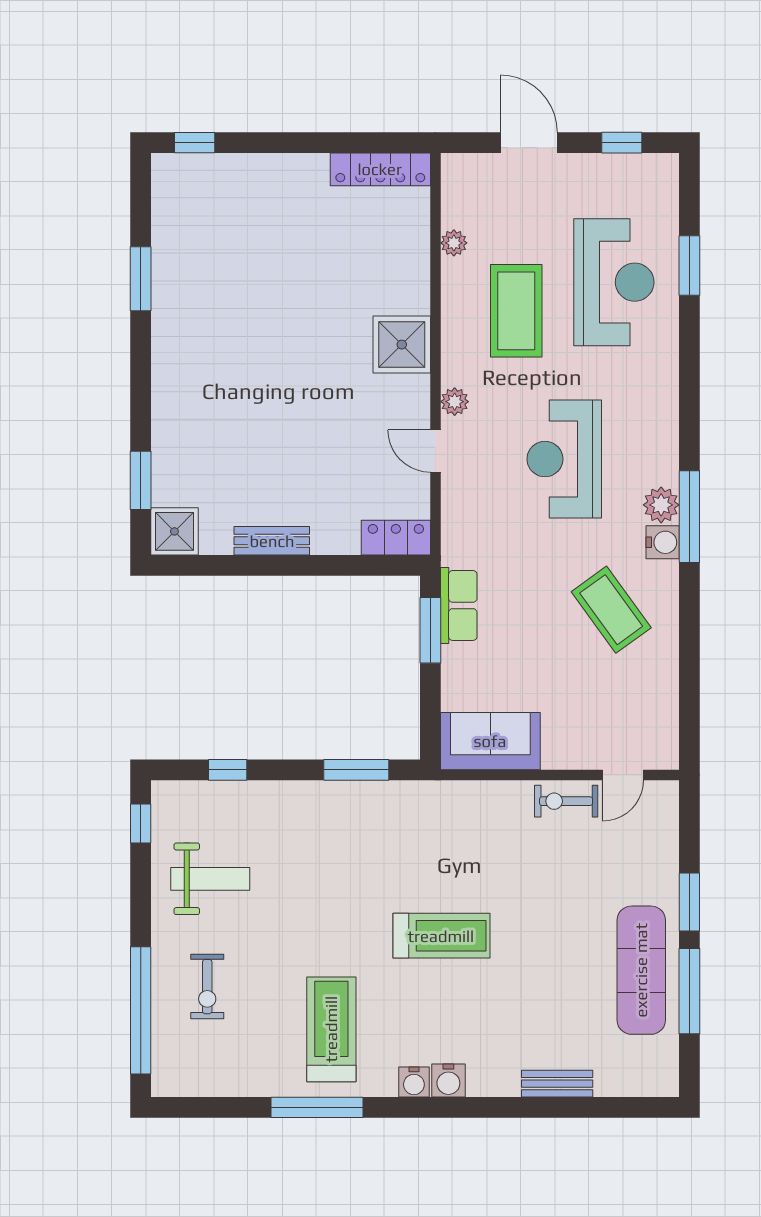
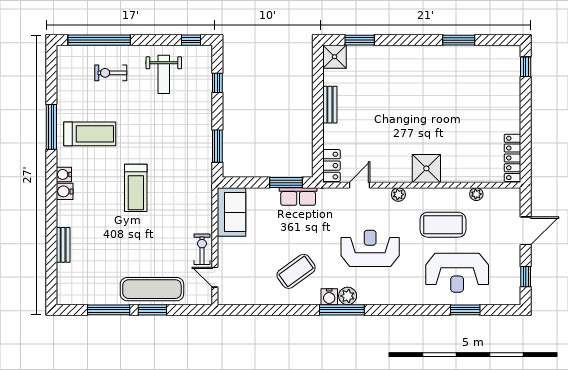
door: (435, 451) -> (360, 185), moved
exercise mat: (641, 970) -> (152, 289), moved

